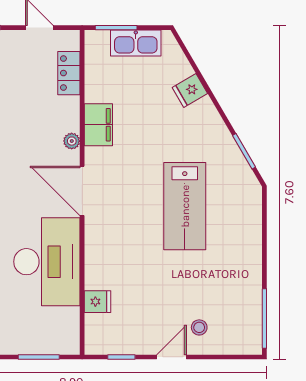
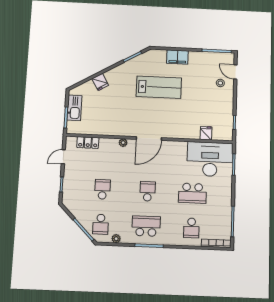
filing cabinet: (98, 125) -> (177, 57), moved, turned 180
desk: (47, 262) -> (210, 159), moved
door: (172, 357) -> (235, 72), moved

